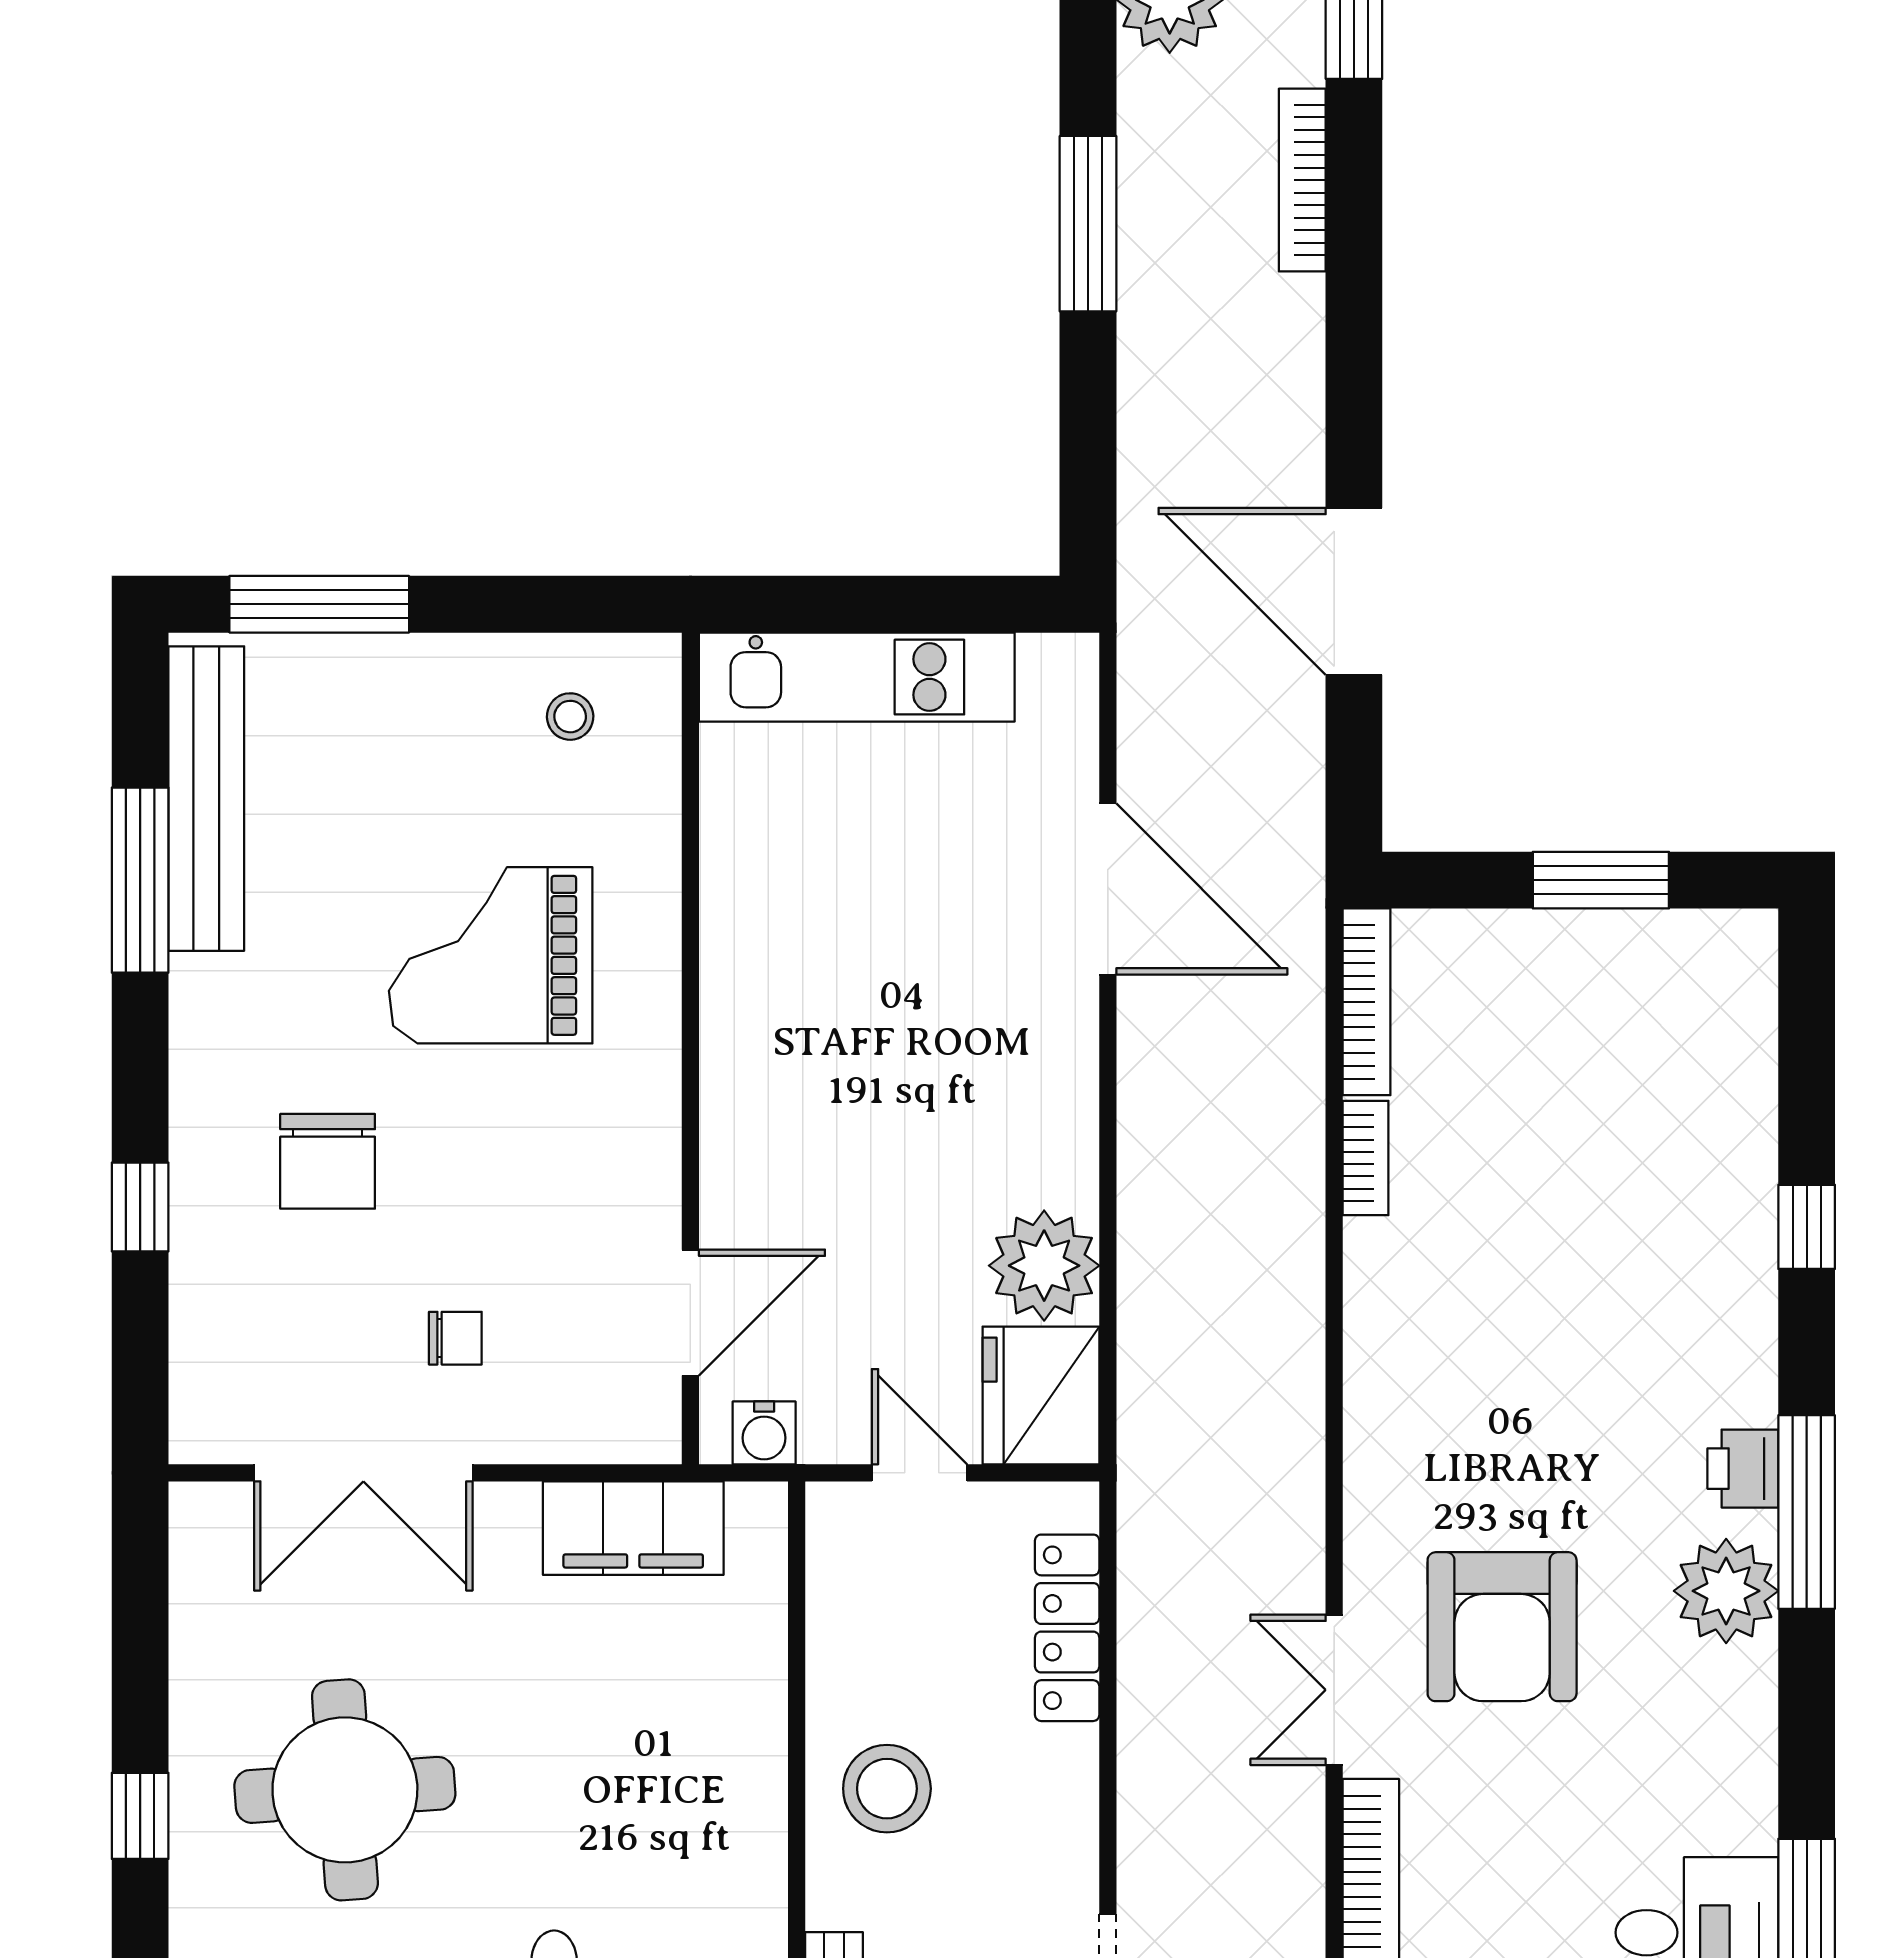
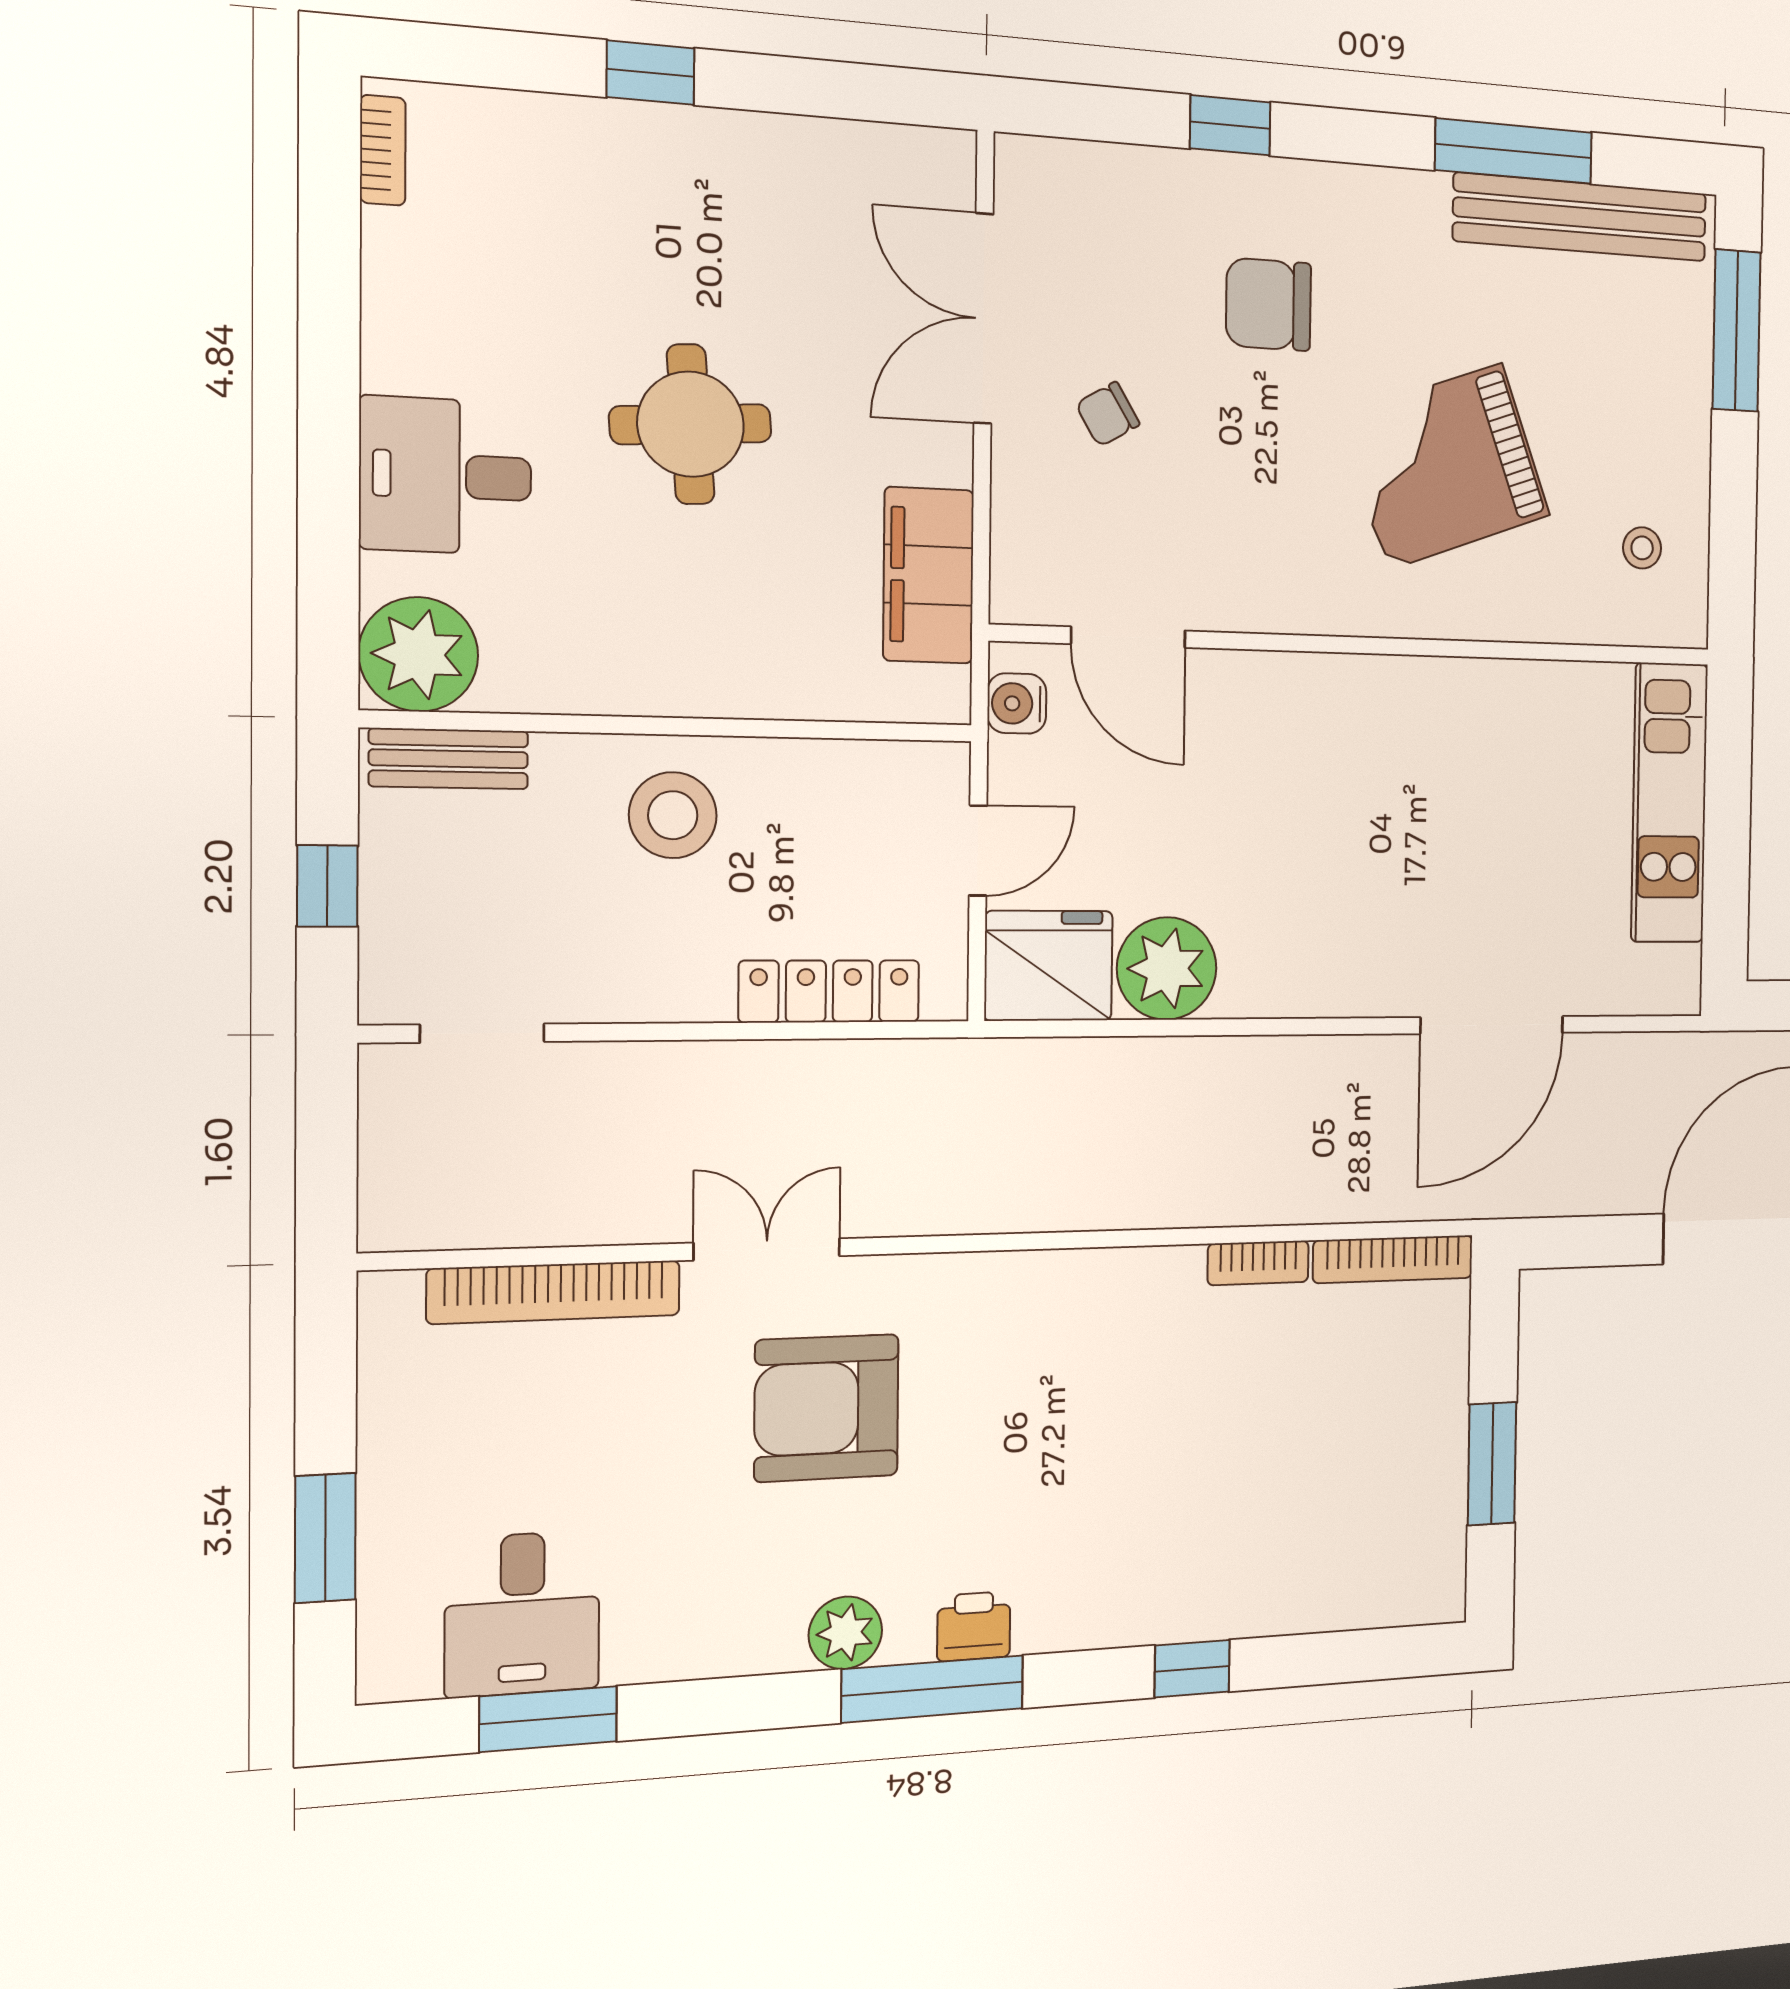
grand piano: (491, 955) -> (1445, 466), turned -110
chair: (455, 1338) -> (1108, 414), turned 59
plant: (1726, 1591) -> (845, 1633), width x0.73, depth x0.73
round table: (345, 1790) -> (691, 424), moved, width x0.73, depth x0.73

